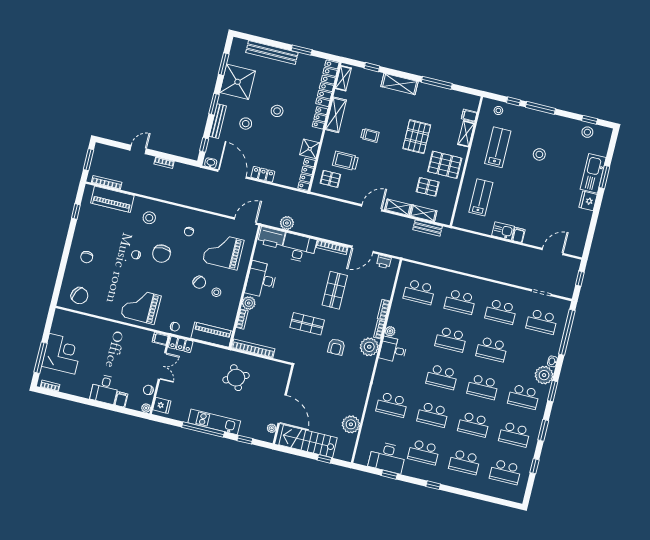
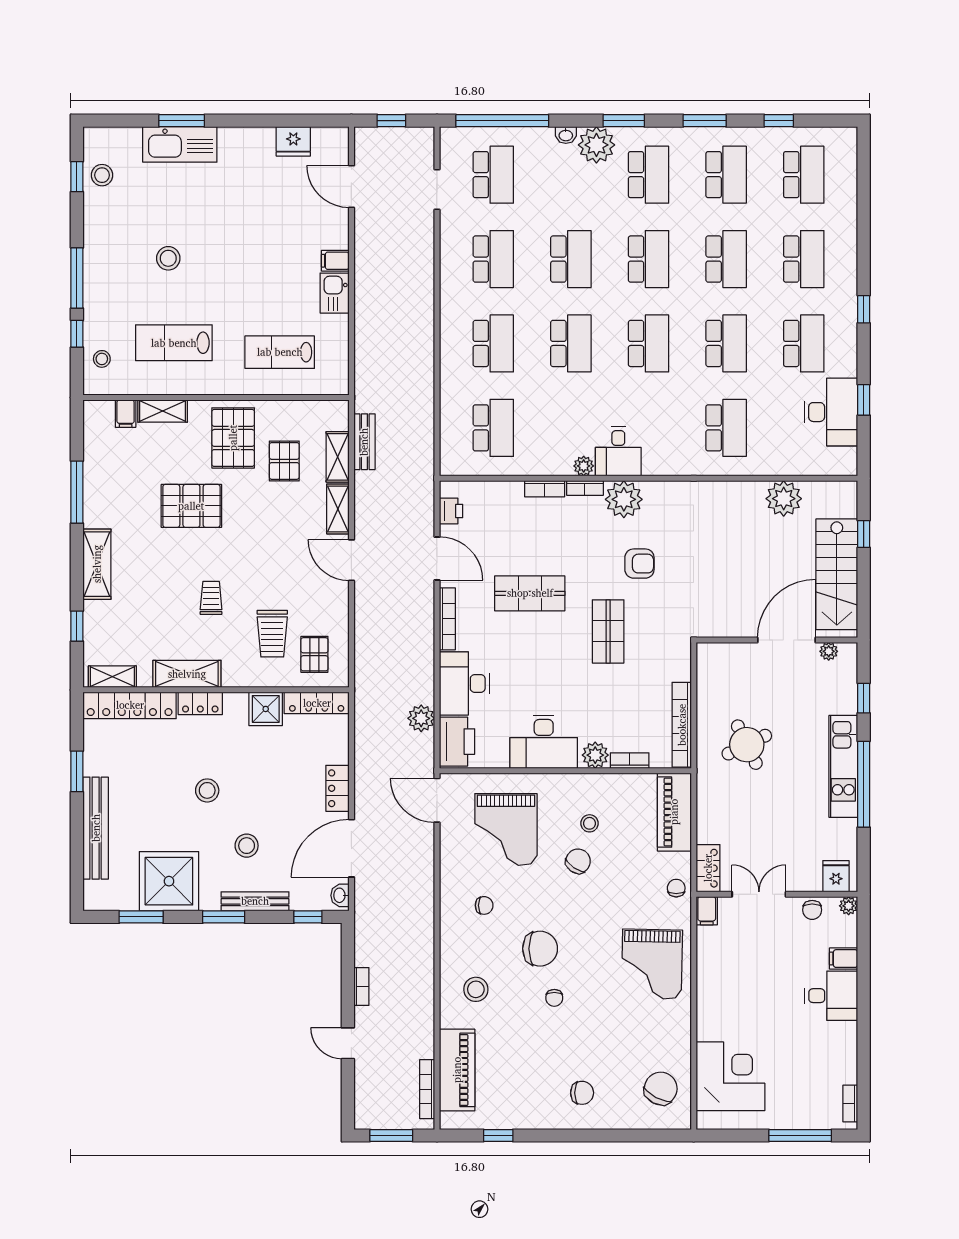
fridge: (588, 201) -> (293, 141), moved
corner desk: (62, 354) -> (730, 1076), moved, turned 90

